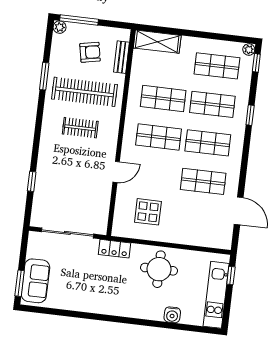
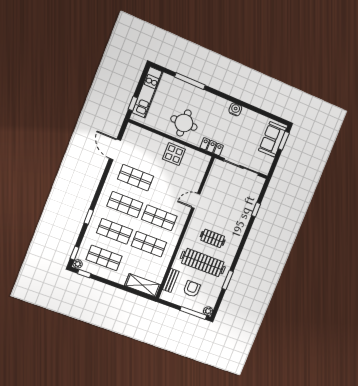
window: (237, 39) -> (84, 274), added
armchair: (90, 52) -> (192, 289), turned 101
display table: (148, 212) -> (174, 154), moved
water cooler: (172, 315) -> (235, 109), moved
window: (165, 325) -> (190, 81), added

